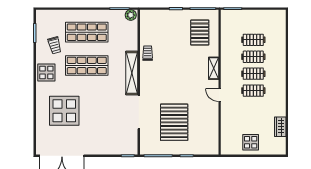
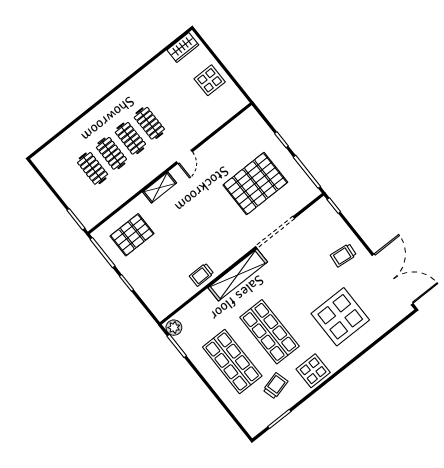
wardrobe: (280, 127) -> (183, 47), moved
trolley: (97, 139) -> (343, 255), added

